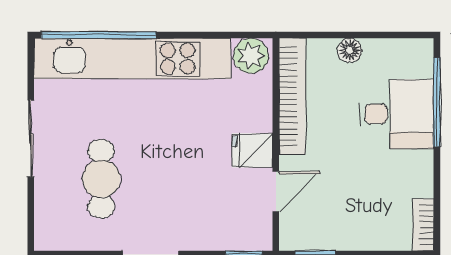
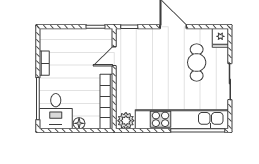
desk: (396, 114) -> (56, 111), moved, turned -90
fridge: (252, 150) -> (220, 38), moved, turned 90
bookcase: (423, 225) -> (44, 63), moved

